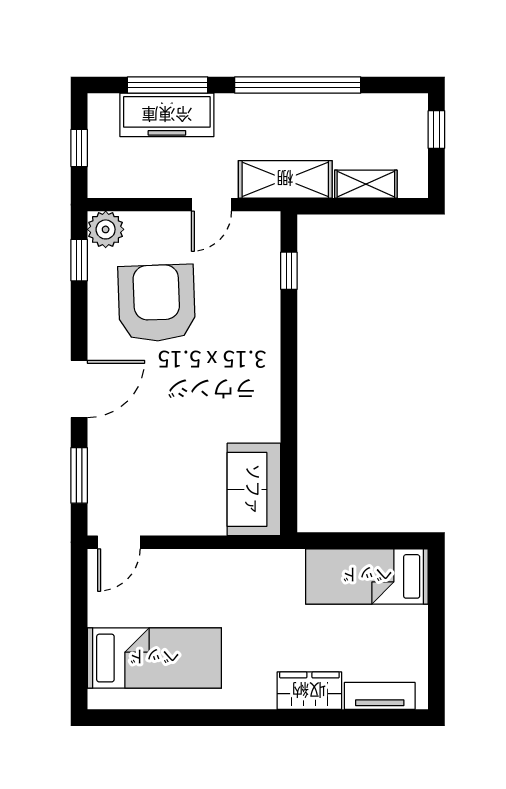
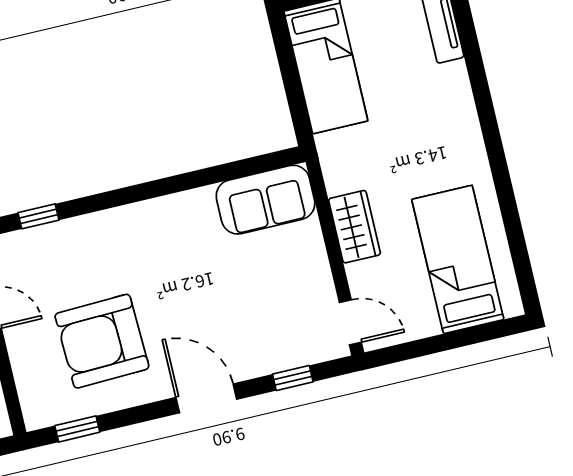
plant: (106, 229) -> (40, 410), removed
window: (79, 475) -> (293, 378), width x0.67
wardrobe: (309, 691) -> (354, 227), moved, turned 180

